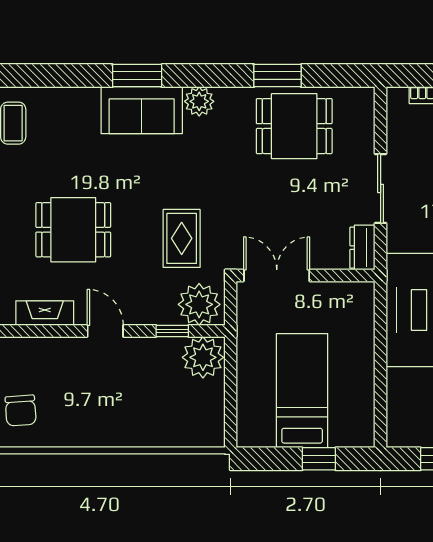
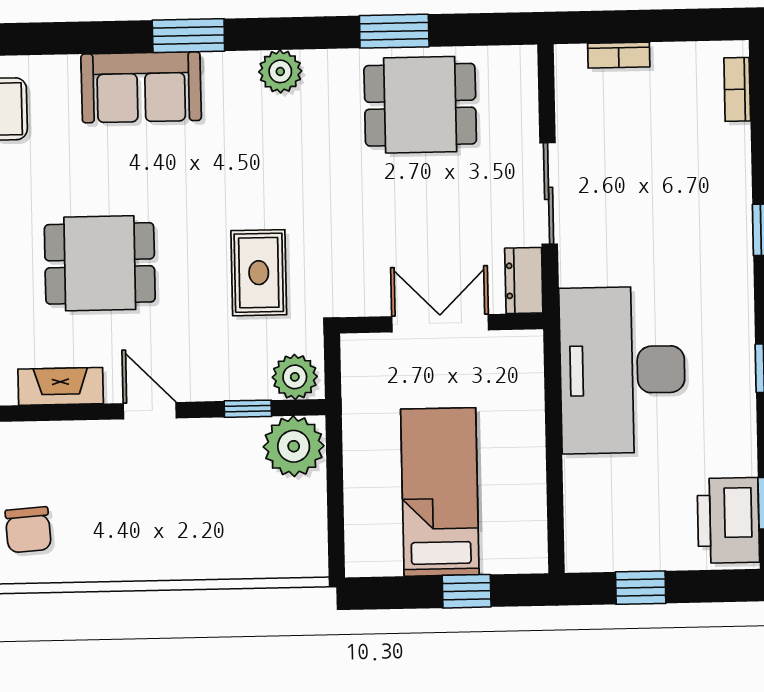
sofa: (142, 110) -> (141, 87), moved
double door: (277, 275) -> (440, 323), moved
plant: (199, 304) -> (295, 377), width x0.73, depth x0.73

